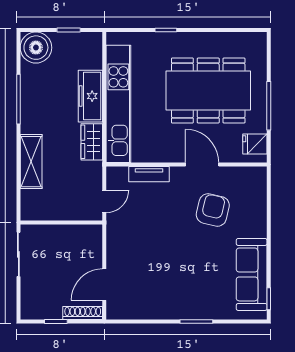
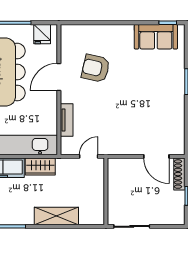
door: (104, 201) -> (89, 156), hinge flipped
sofa: (252, 274) -> (156, 37), width x0.73

